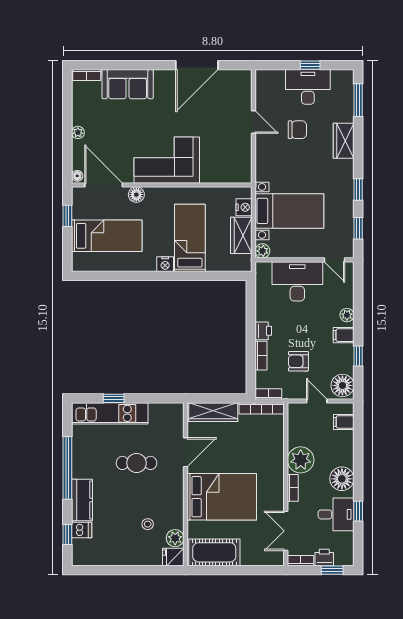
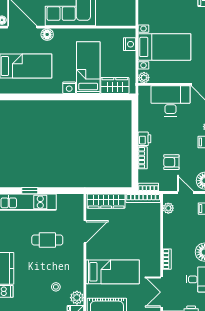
wardrobe: (241, 235) -> (115, 85), moved, turned 90
plant: (301, 460) -> (168, 208), moved, width x0.53, depth x0.53
bed: (222, 497) -> (113, 272), width x0.67

